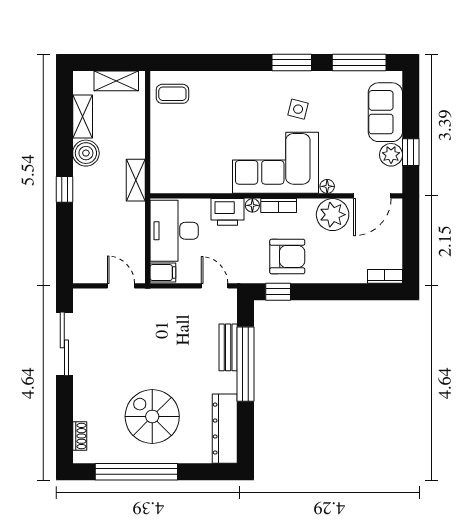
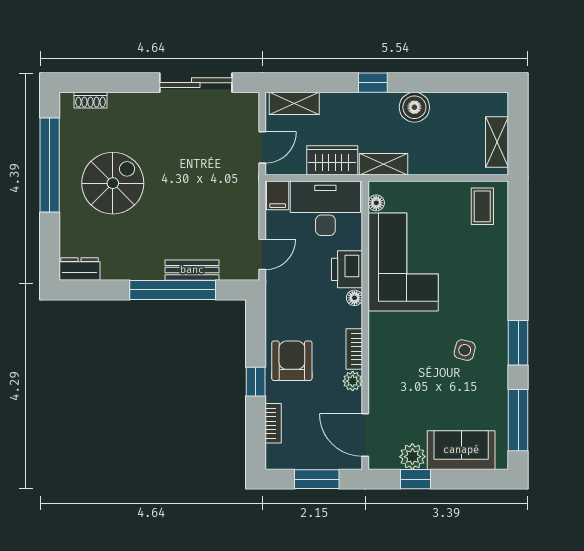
shelving: (83, 117) -> (294, 103), moved
corner sofa: (276, 163) -> (403, 262), moved
floor lamp: (327, 186) -> (376, 203), moved
bookcase: (279, 206) -> (354, 349), moved
plant: (333, 215) -> (353, 381), width x0.53, depth x0.53
wardrobe: (132, 225) -> (332, 160), added
window: (411, 238) -> (317, 479), added
armchair: (287, 257) -> (292, 361), moved, turned 180
bookcase: (385, 276) -> (273, 423), moved
window: (278, 292) -> (256, 382), moved
dresser: (225, 429) -> (79, 269), width x0.51, depth x0.80

